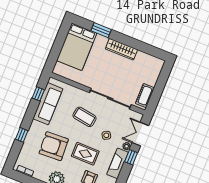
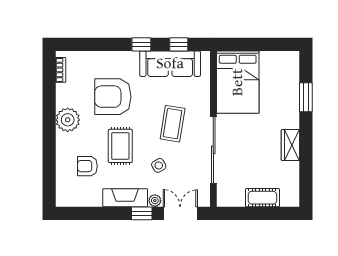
bed: (77, 47) -> (238, 82), moved, turned -90
wardrobe: (121, 49) -> (290, 145), width x0.67
cot: (145, 96) -> (262, 198), moved
window: (22, 135) -> (141, 44), moved
armchair: (54, 146) -> (113, 97), turned -87

